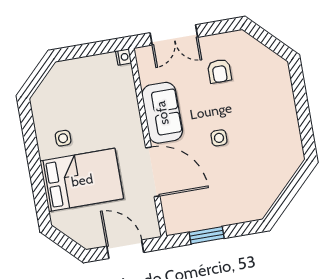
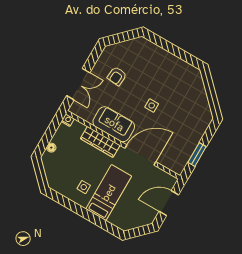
floor lamp: (77, 64) -> (51, 148), added
armchair: (219, 71) -> (117, 76), turned 95
wardrobe: (130, 114) -> (100, 142), added
bed: (82, 180) -> (109, 193), width x0.67

